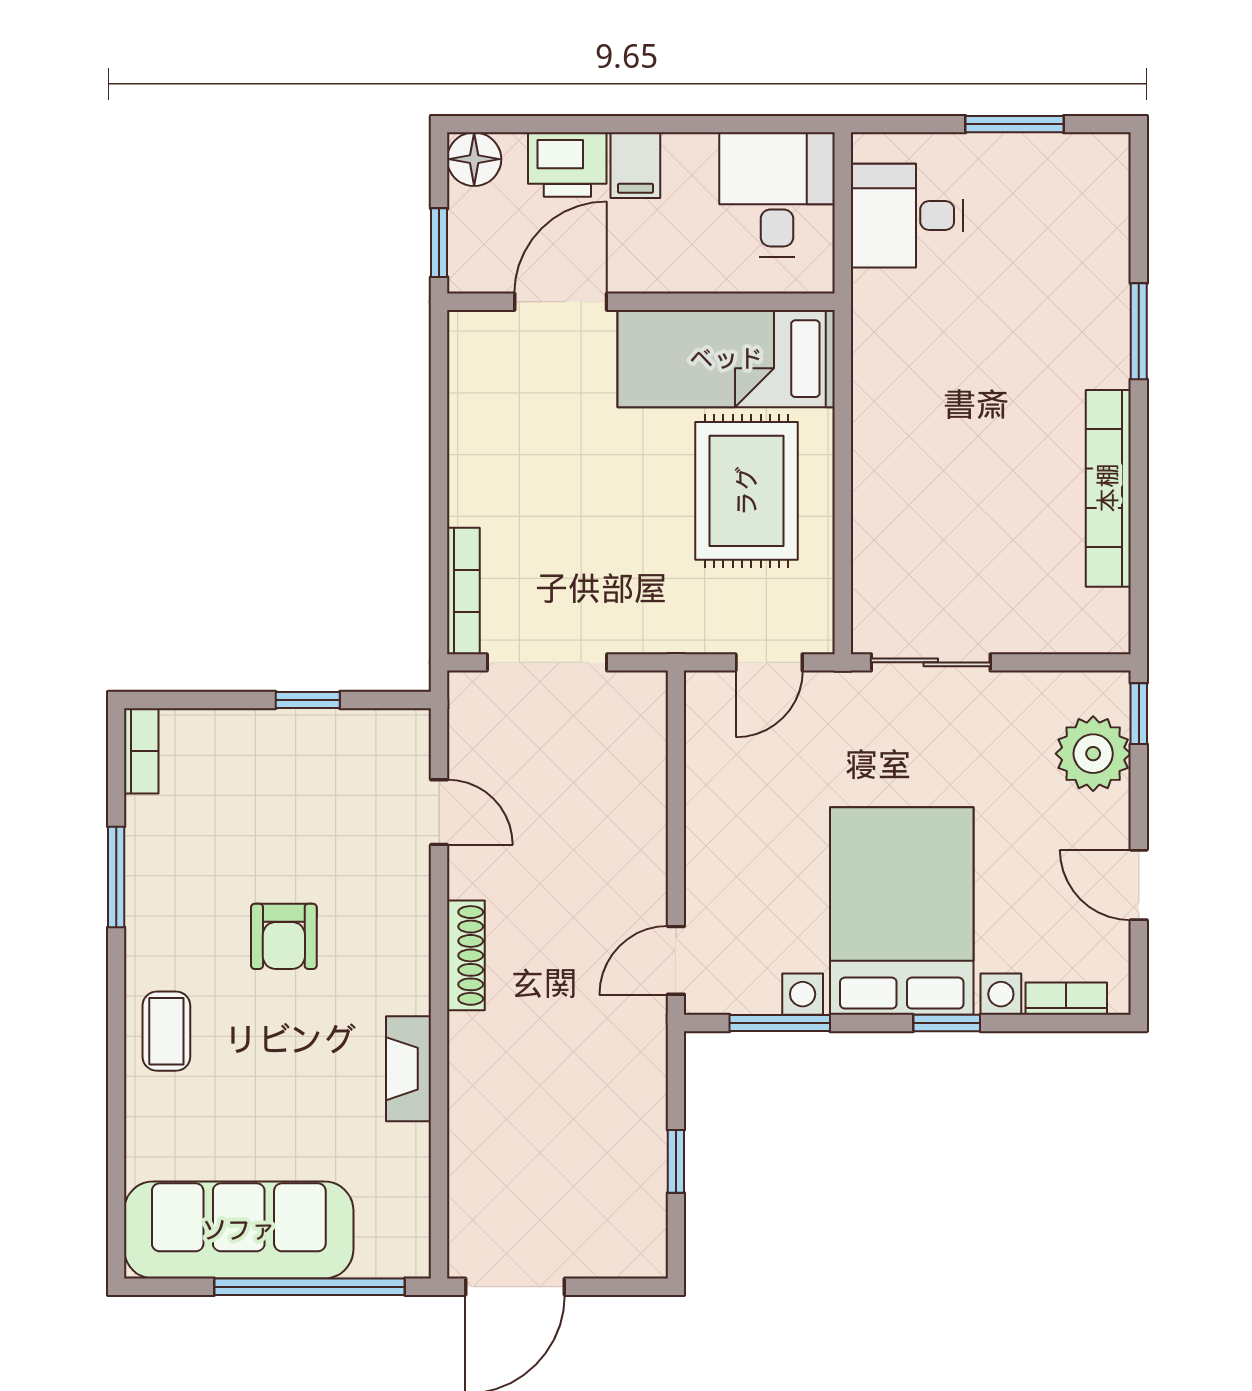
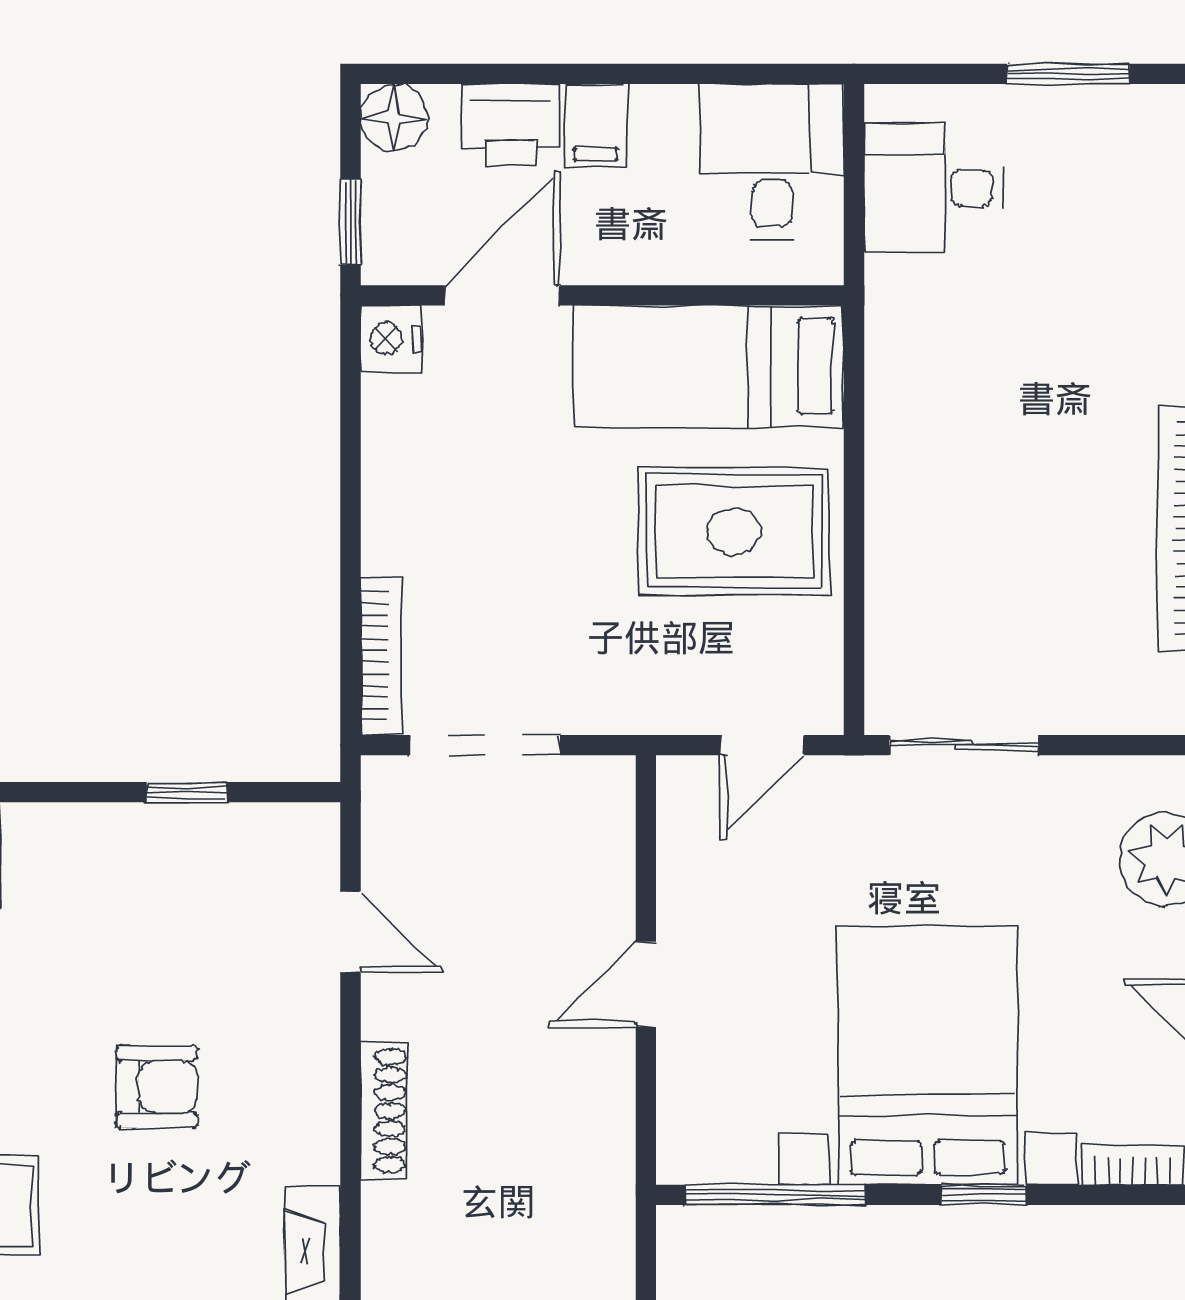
nightstand: (472, 336) -> (391, 339), added
rug: (747, 491) -> (734, 531), turned 90
armchair: (284, 936) -> (157, 1087), turned -90
door: (676, 960) -> (646, 984), moved
window: (780, 1023) -> (775, 1195), width x1.44

